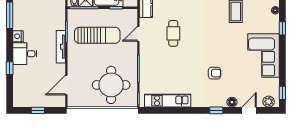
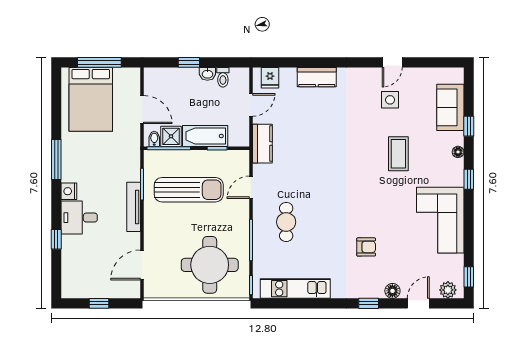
cafe table: (173, 33) -> (286, 222), moved

